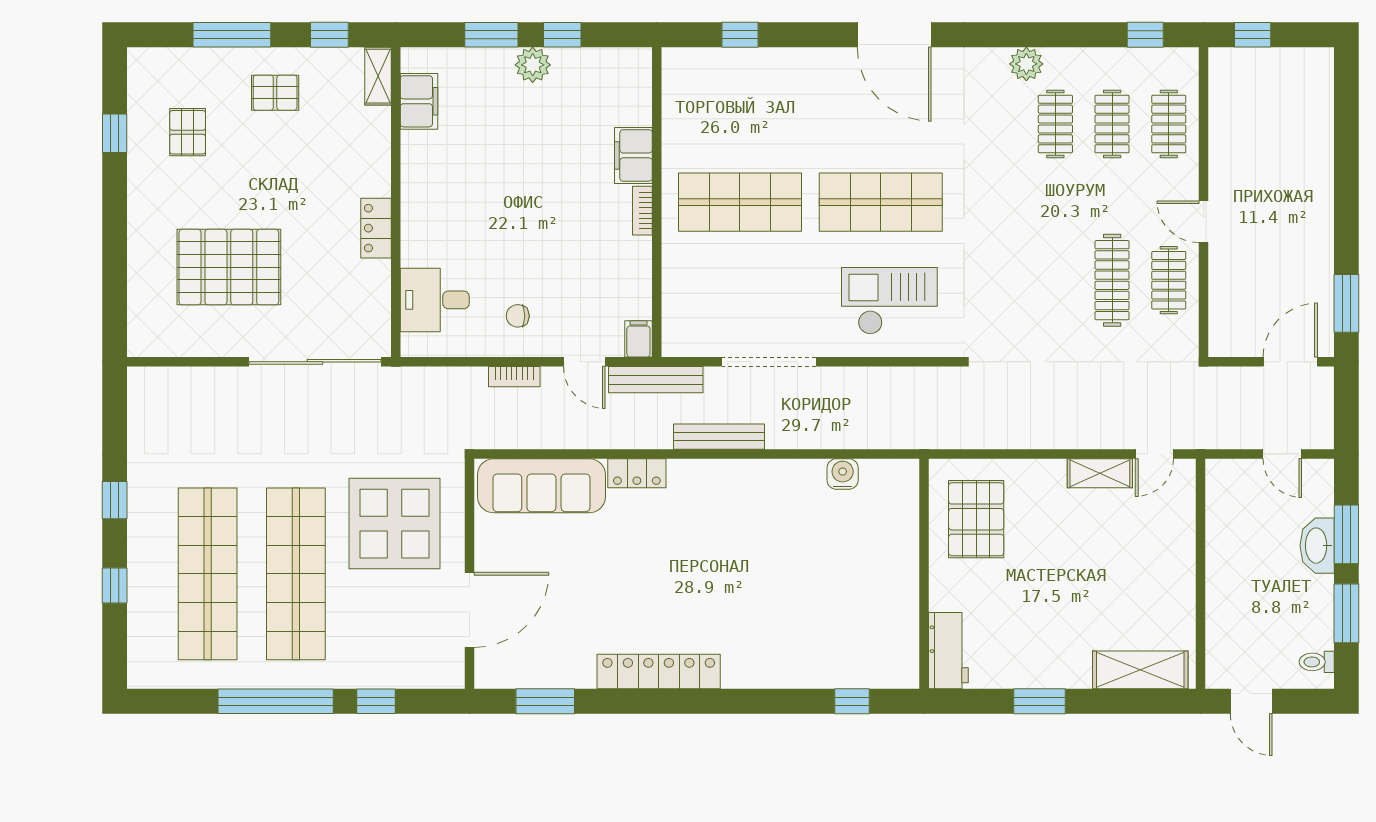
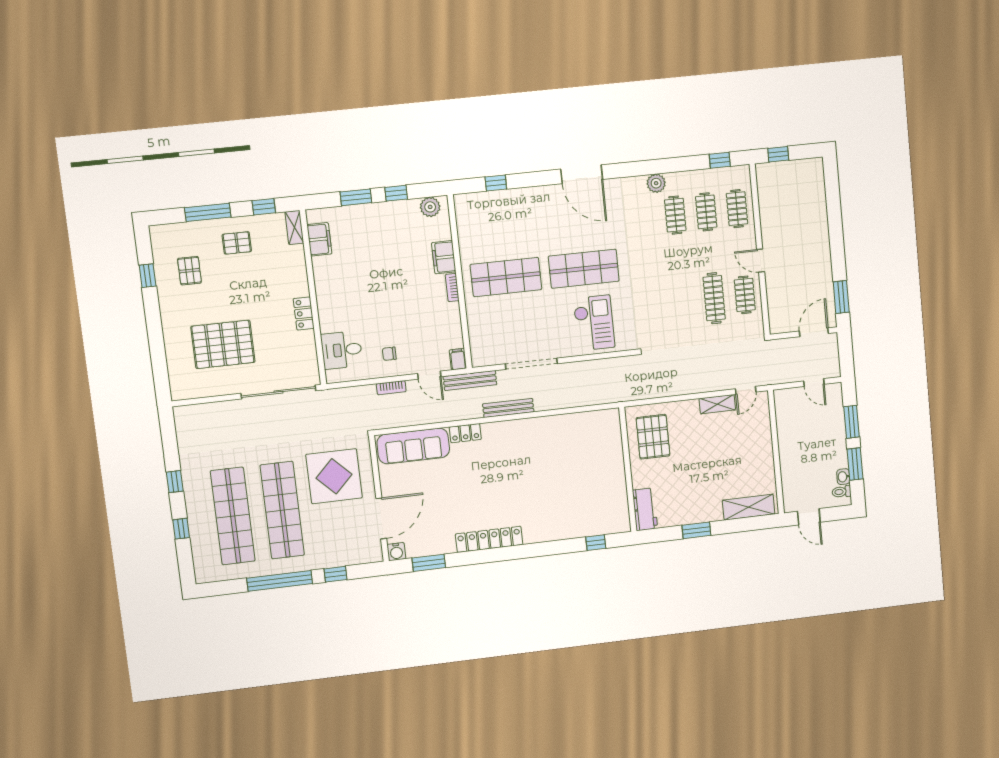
plant: (533, 65) -> (430, 207), moved
checkout: (889, 301) -> (594, 323), turned 90
water cooler: (843, 474) -> (396, 552), moved, turned 180
washbasin: (1317, 546) -> (843, 477), moved, width x0.52, depth x0.69

